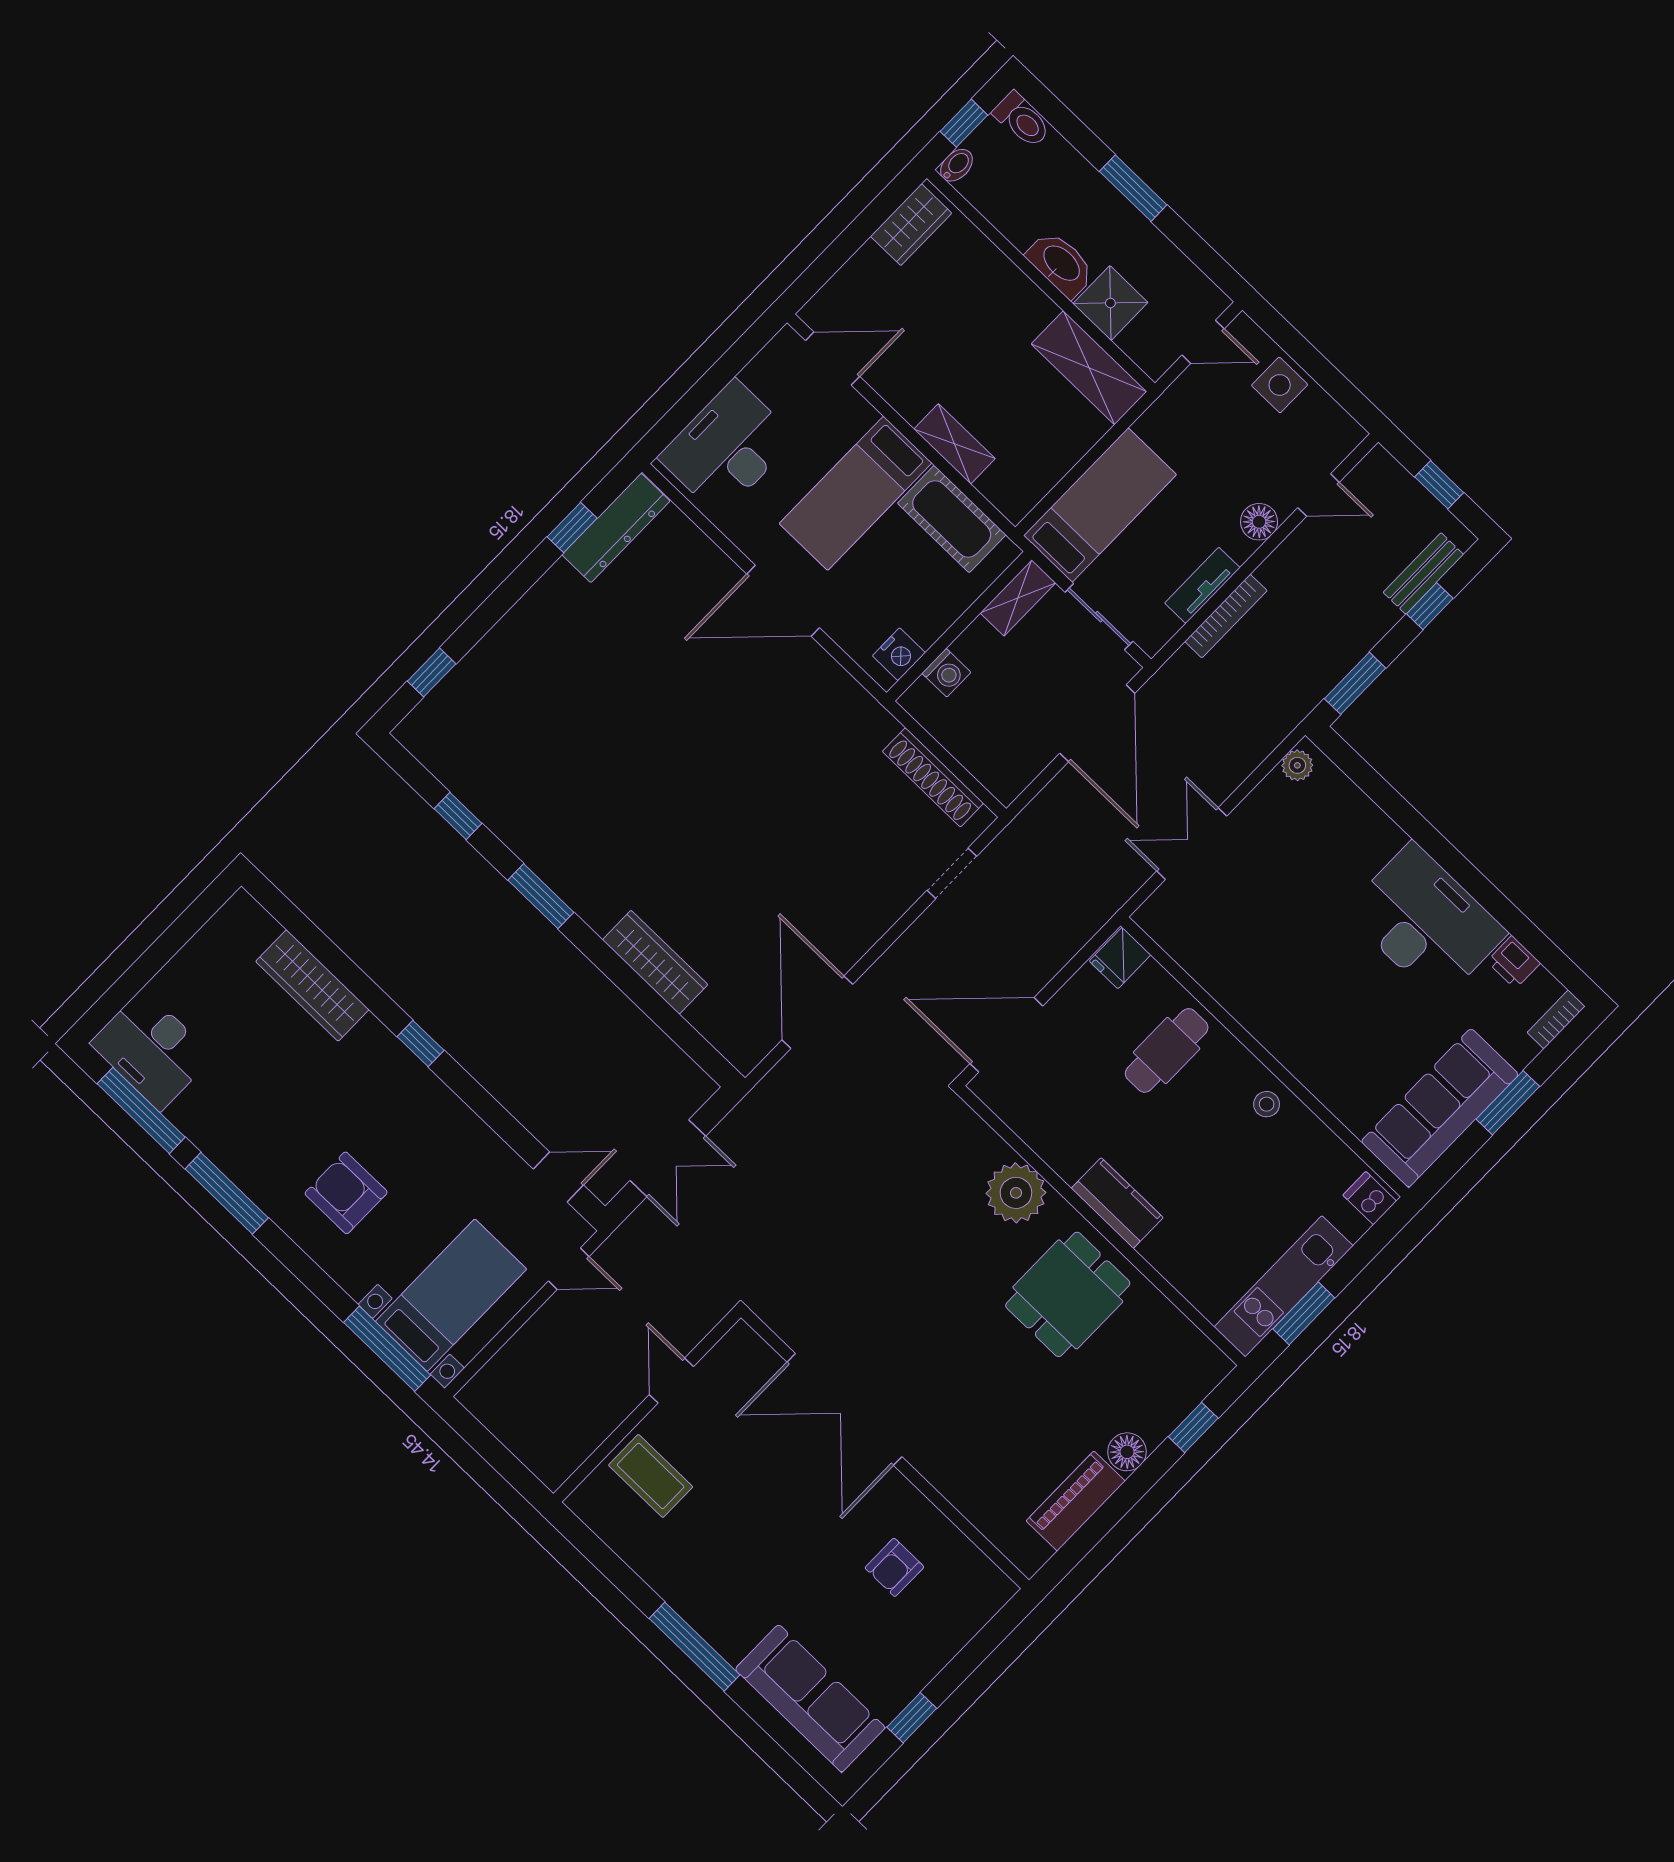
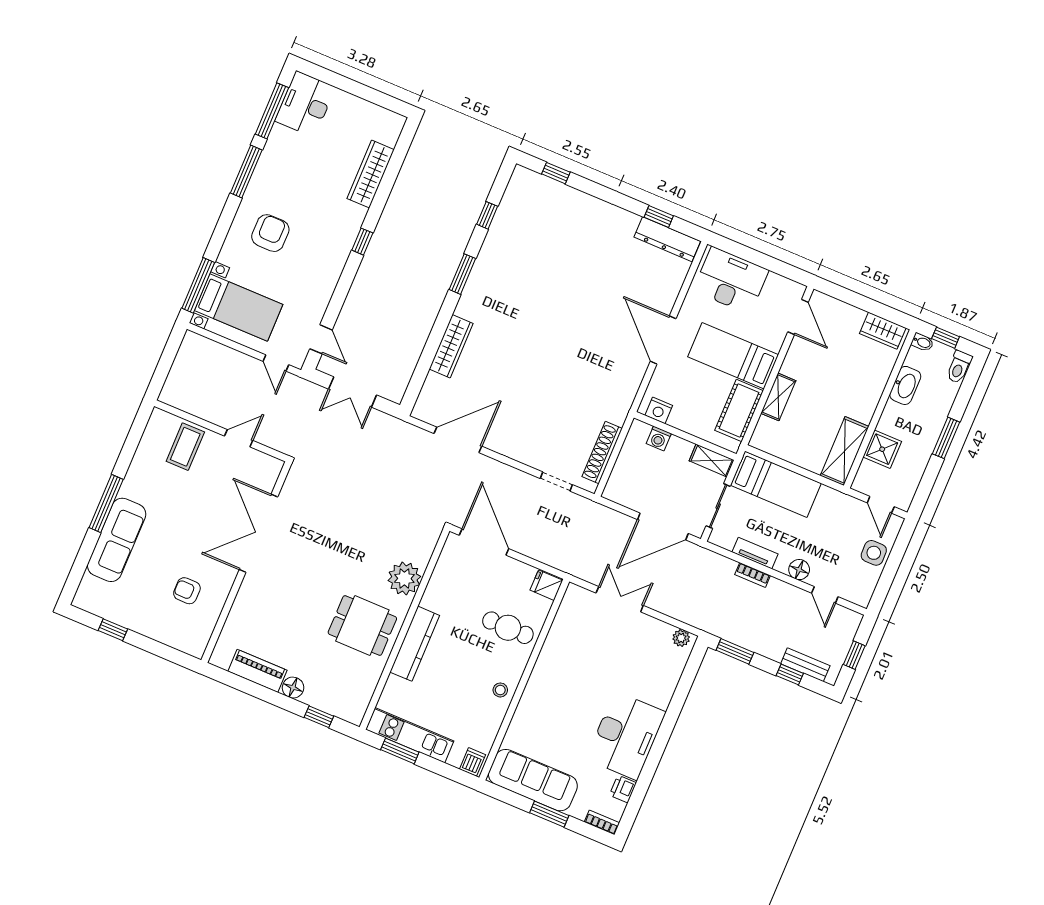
washbasin: (1061, 264) -> (905, 385), moved
bookcase: (1226, 616) -> (753, 575), width x0.64
kitchen counter: (1117, 1203) -> (415, 644), width x1.50
sofa: (810, 1699) -> (117, 540), moved

